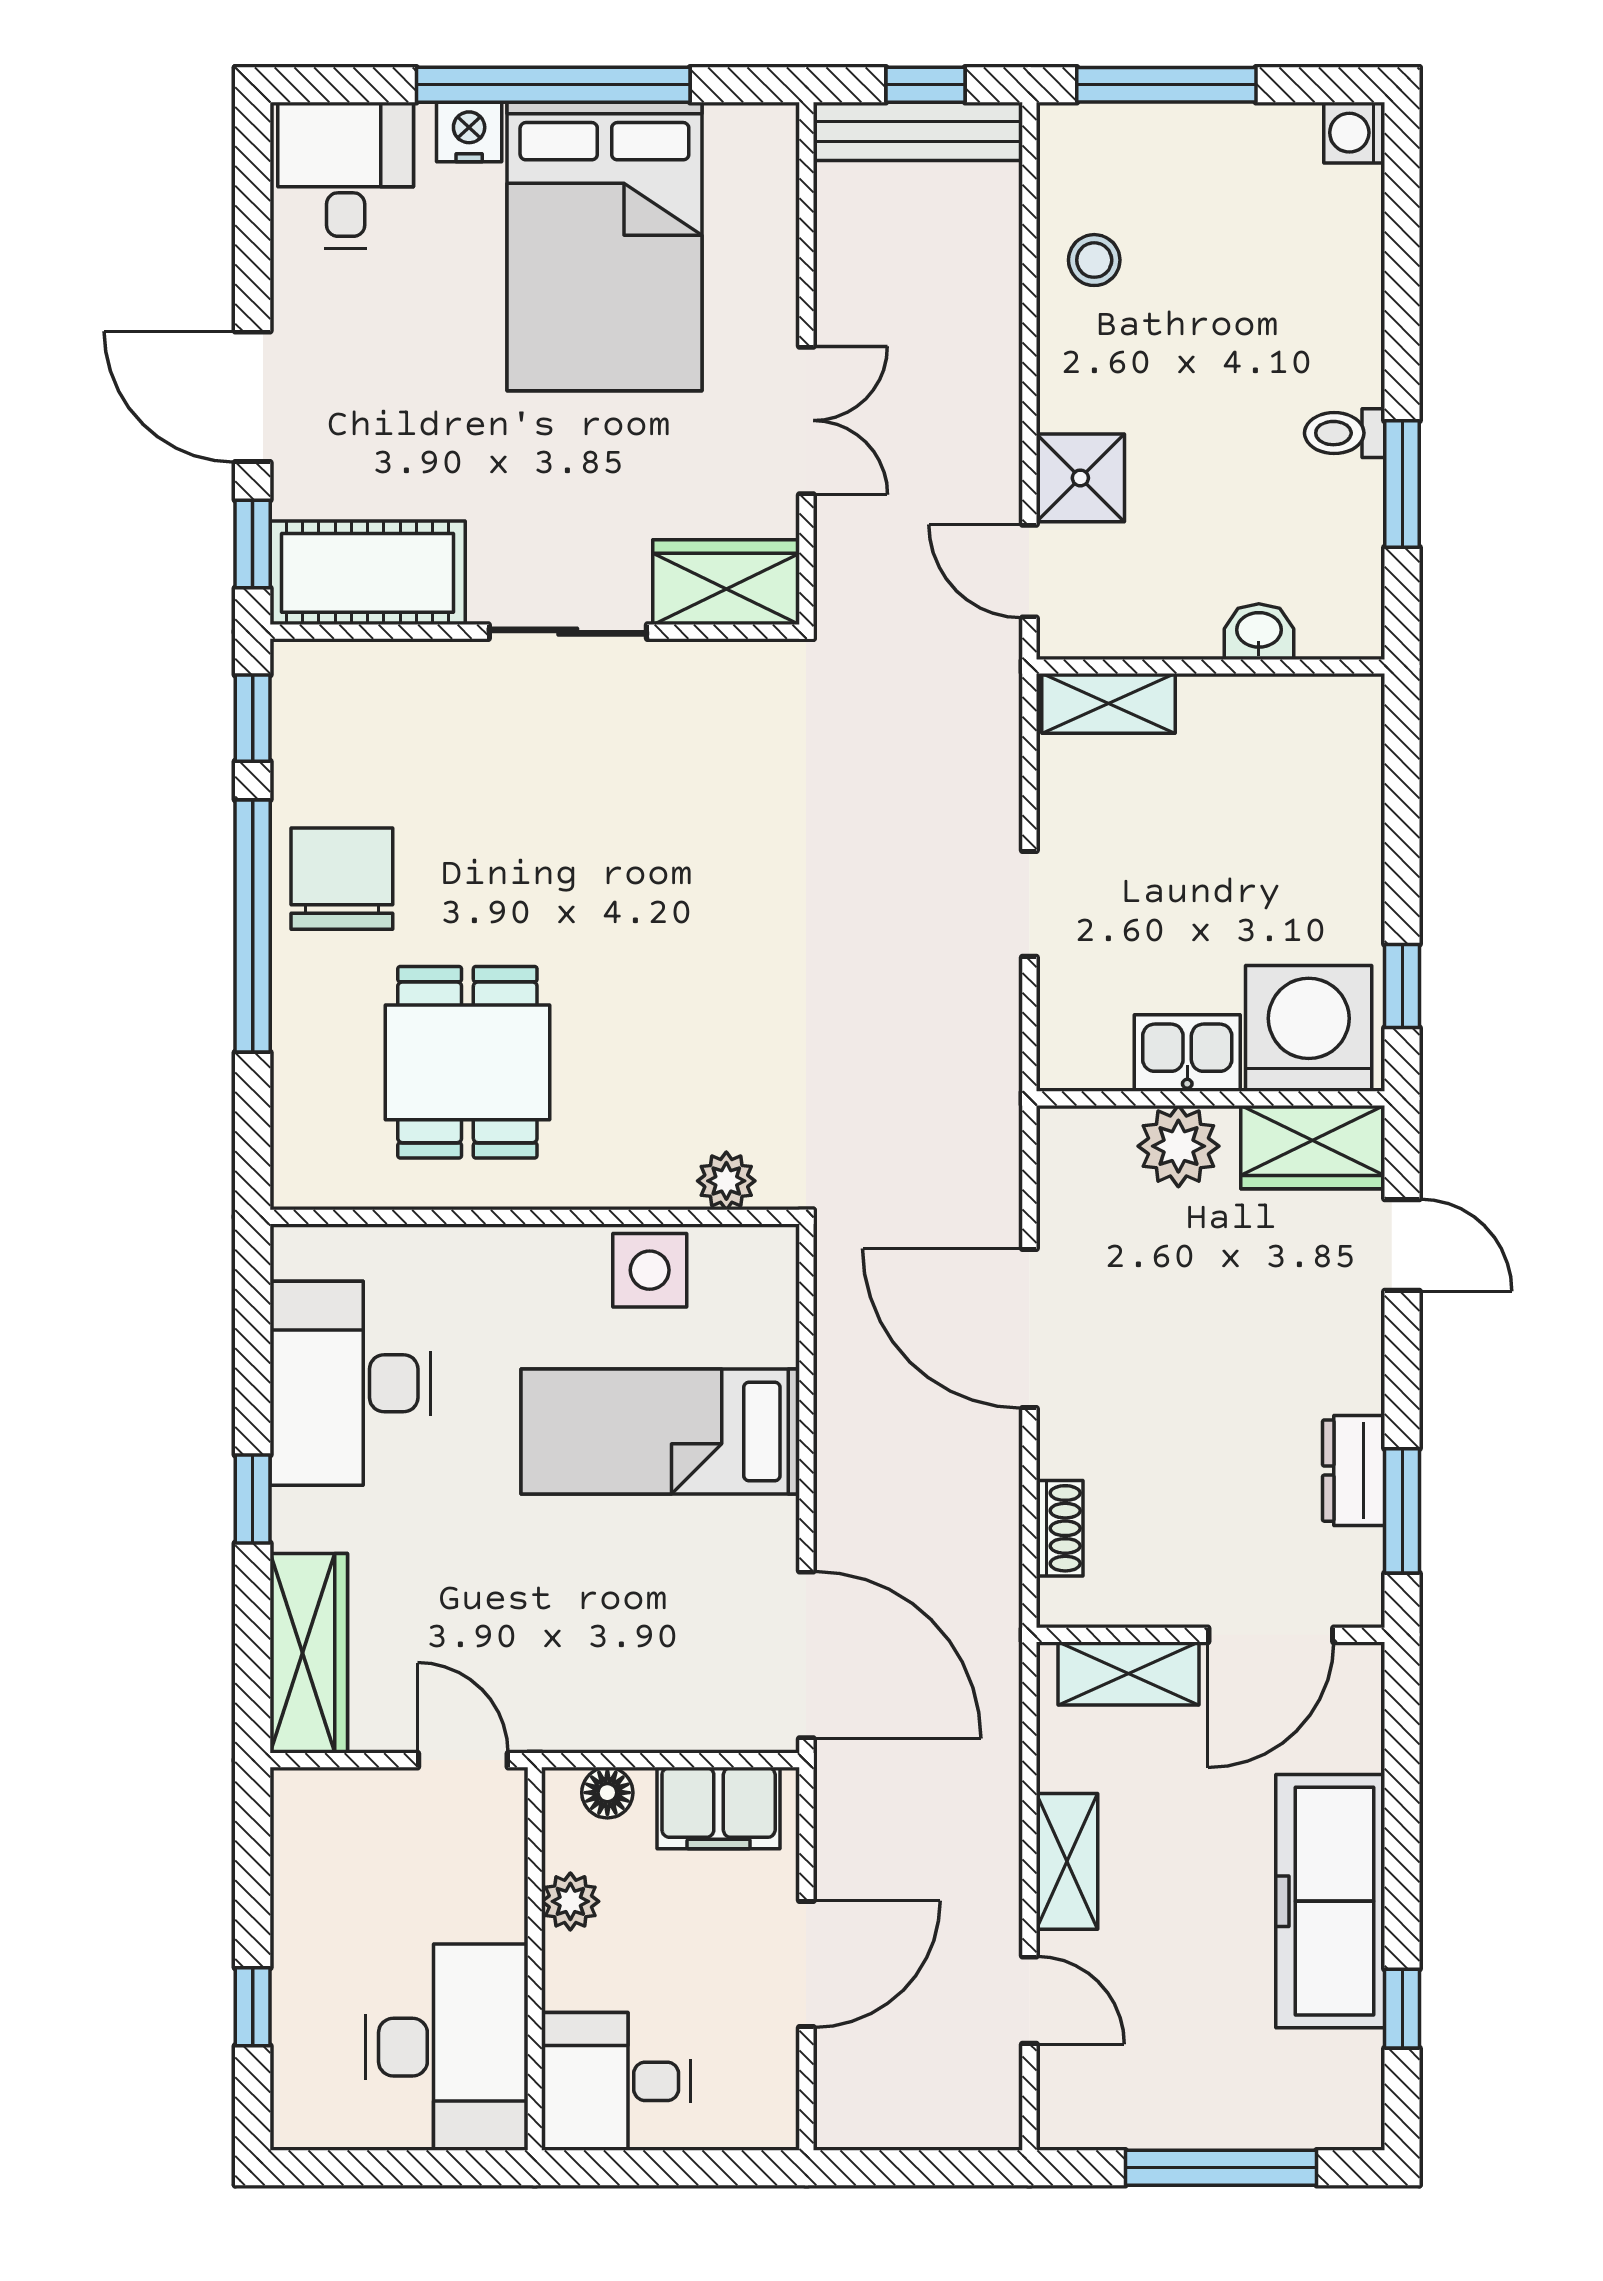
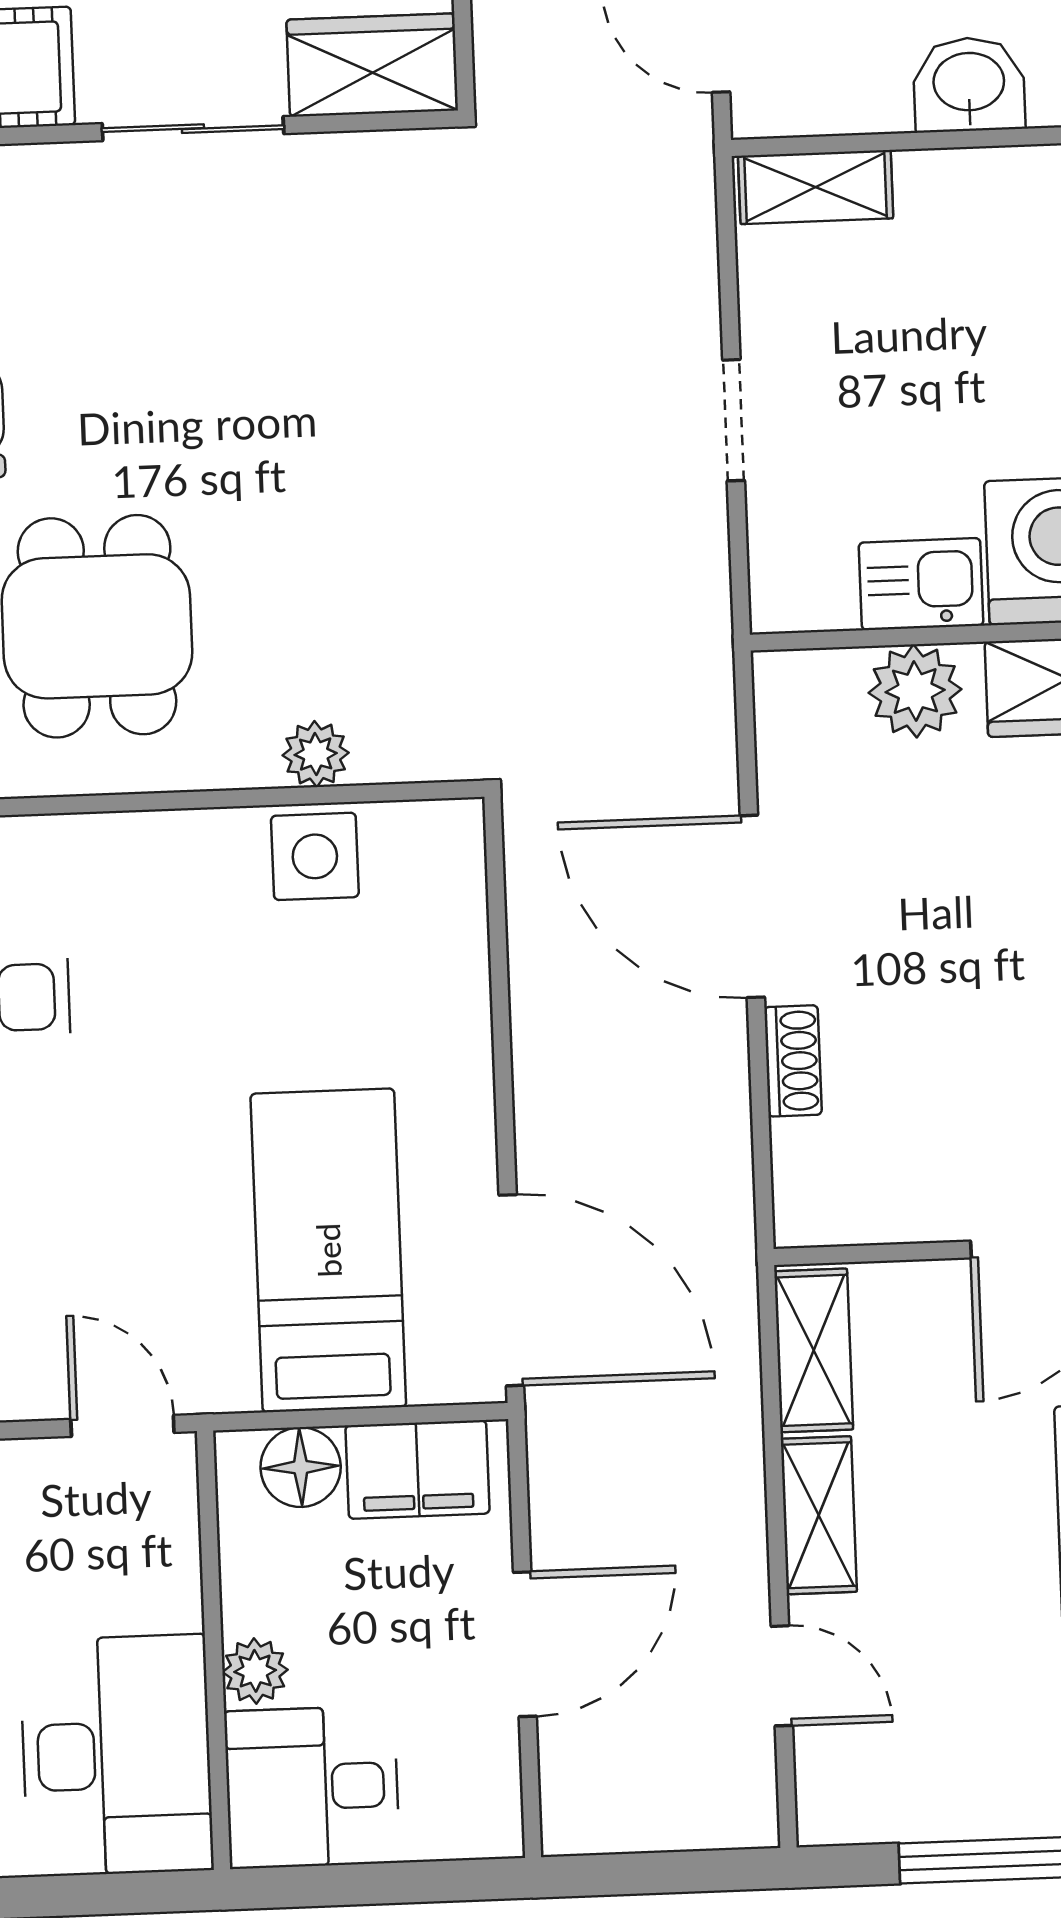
washbasin: (1259, 632) -> (969, 84), width x1.38, depth x1.45
plant: (726, 1181) -> (316, 754), moved
bed: (660, 1431) -> (328, 1250), moved, turned 90
shoe rack: (1060, 1528) -> (793, 1061), moved
shelving: (1128, 1673) -> (814, 1350), moved, turned 90
floor lamp: (607, 1793) -> (301, 1467), width x1.37, depth x1.37
plant: (570, 1901) -> (255, 1671), moved

